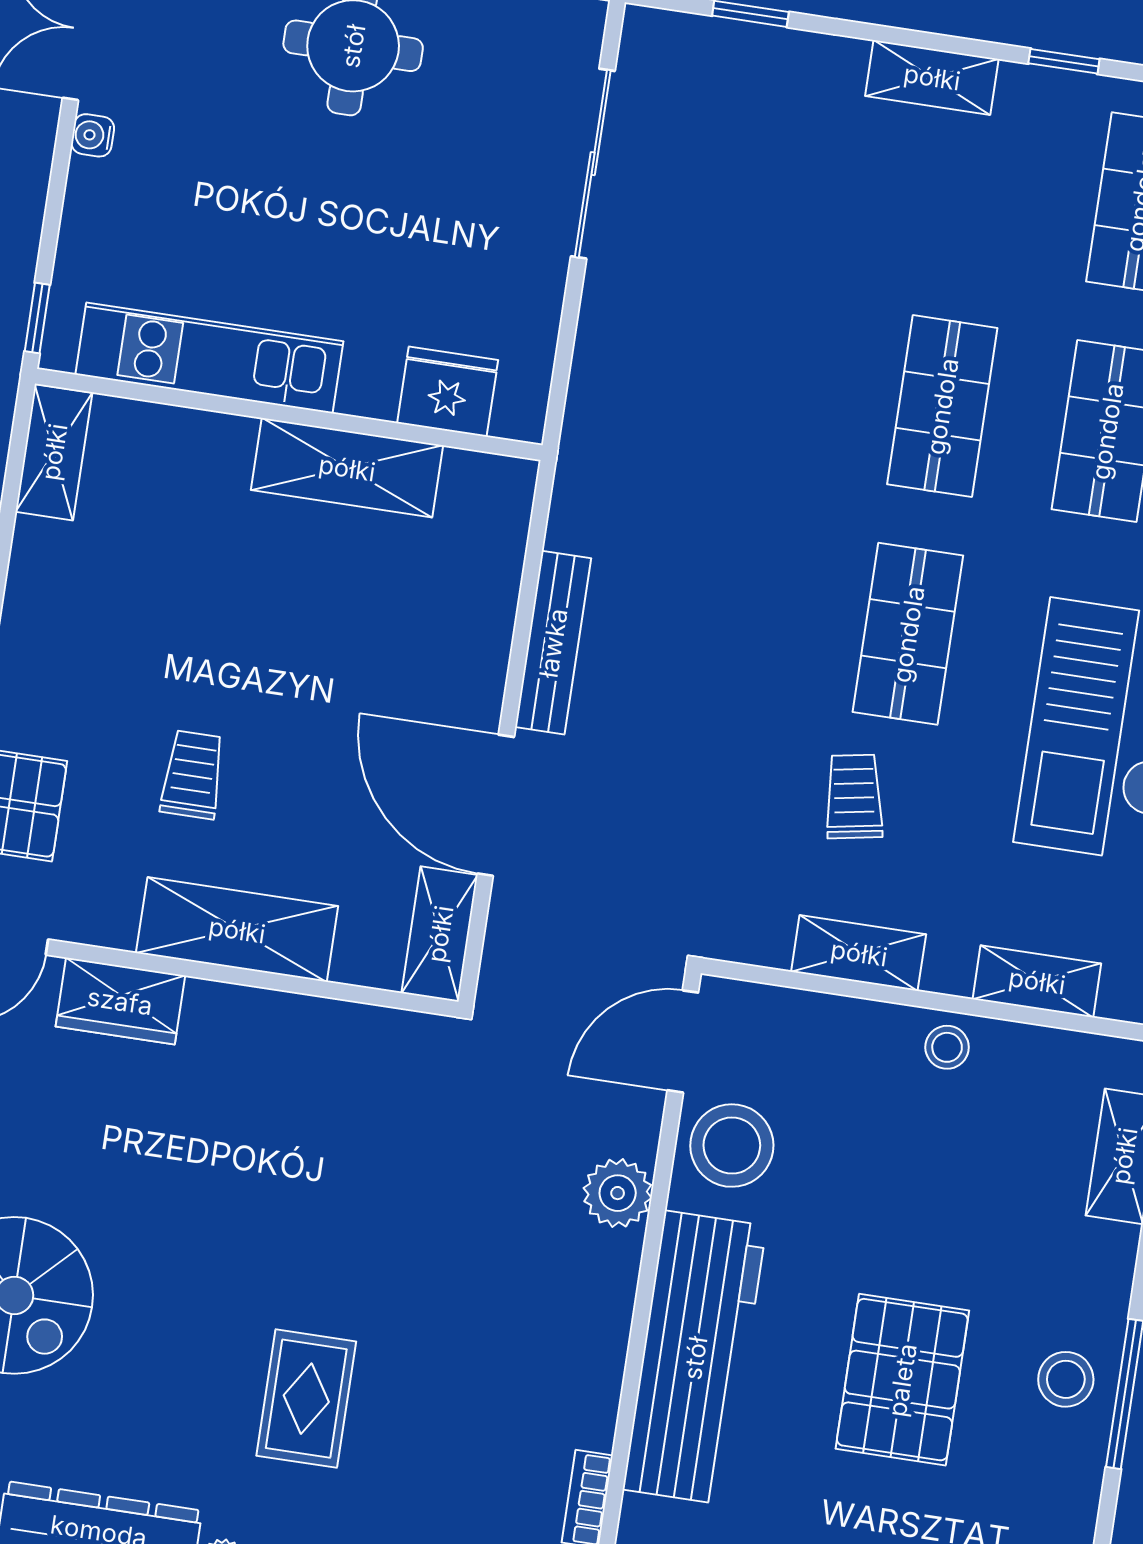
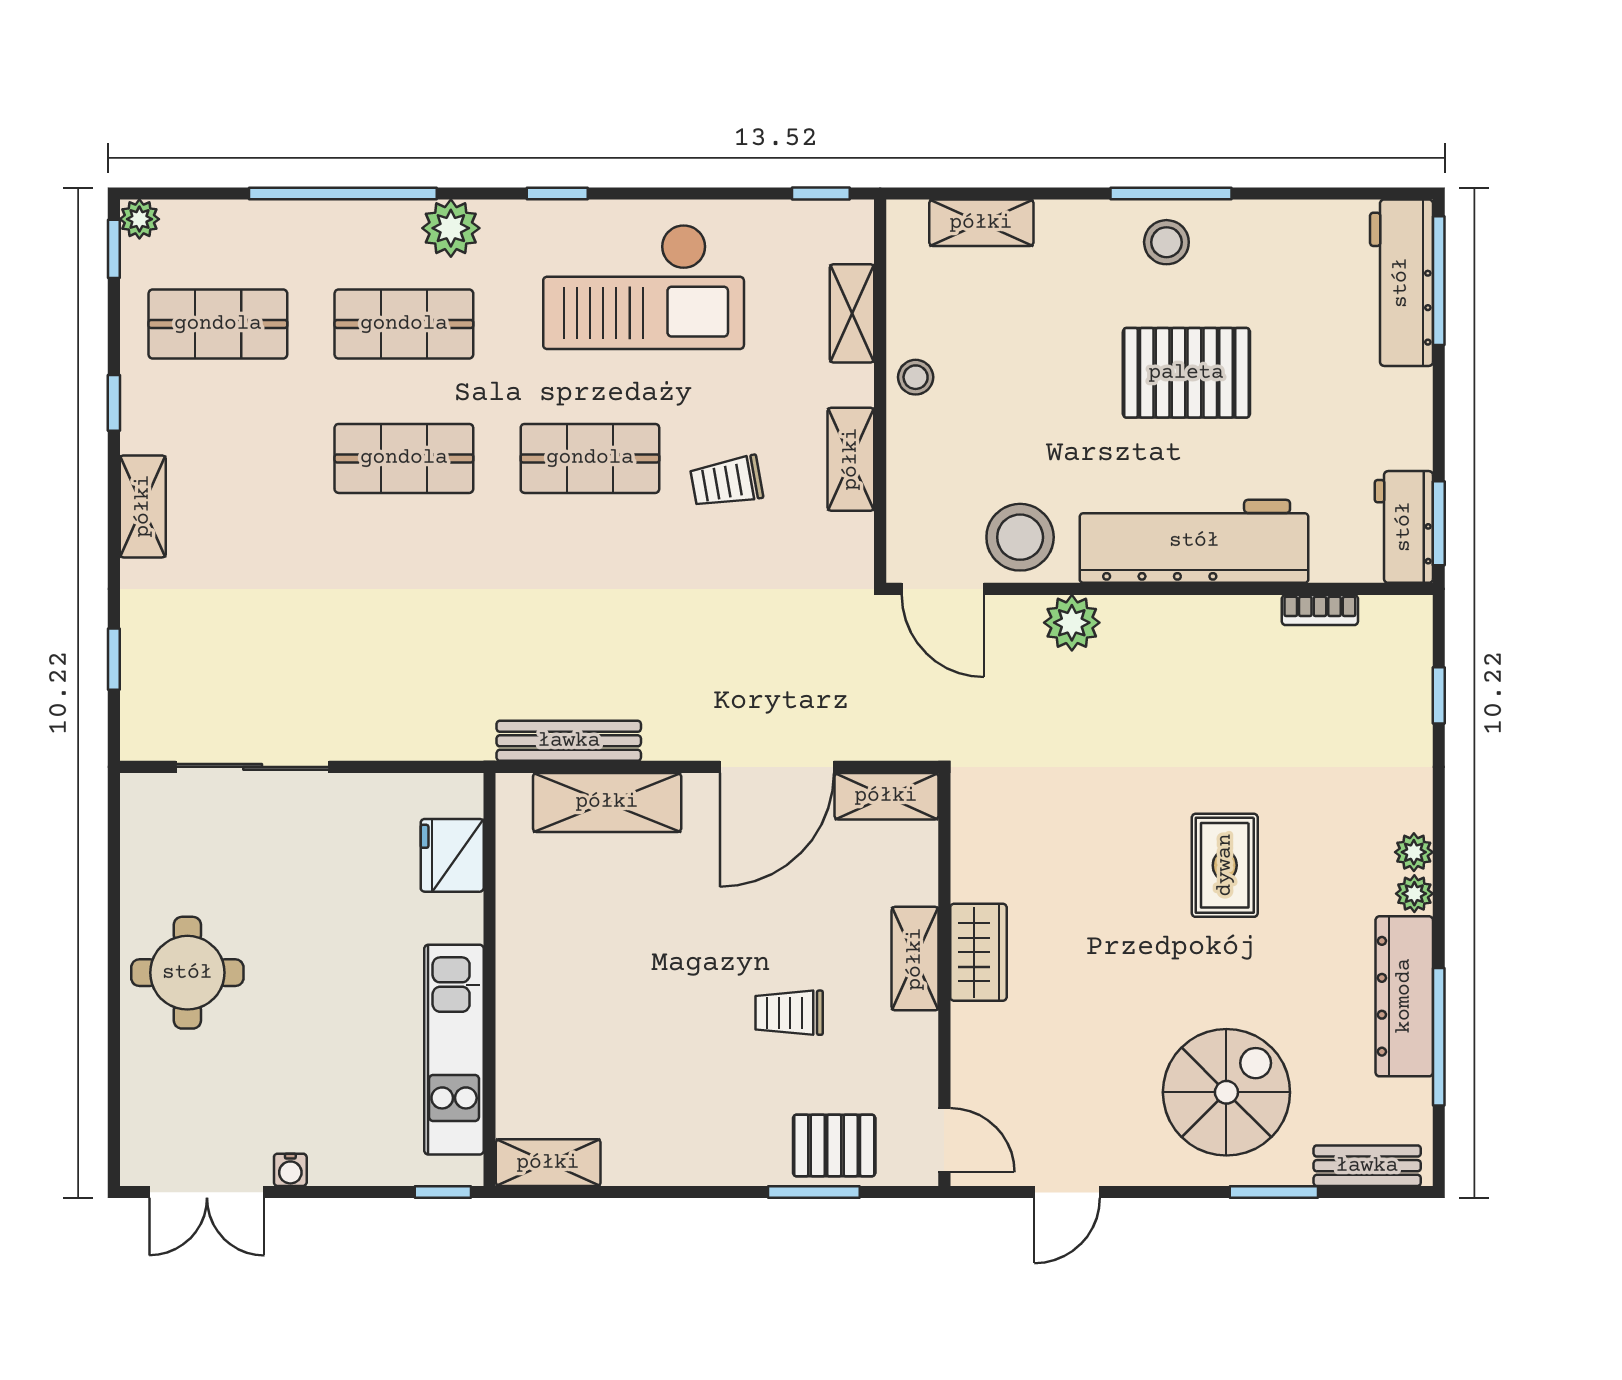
shelving: (347, 468) -> (607, 802), moved, turned 90
bench: (553, 643) -> (569, 741), moved
shelving: (237, 930) -> (915, 959), width x0.67, depth x0.75
wardrobe: (120, 1001) -> (978, 952), moved
rug: (306, 1399) -> (1225, 865), moved, turned 90

